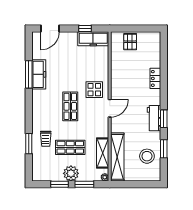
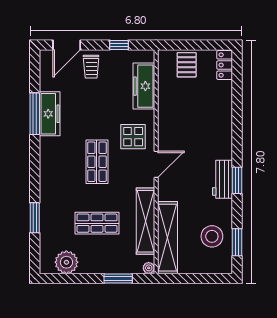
freezer: (93, 39) -> (144, 86), moved, turned 90
locker: (155, 78) -> (225, 65), moved
trolley: (46, 139) -> (91, 67), moved
window: (164, 149) -> (237, 242), moved
shelving: (103, 153) -> (146, 221), width x1.47
plant: (71, 173) -> (66, 262), moved
window: (60, 184) -> (81, 278), removed

